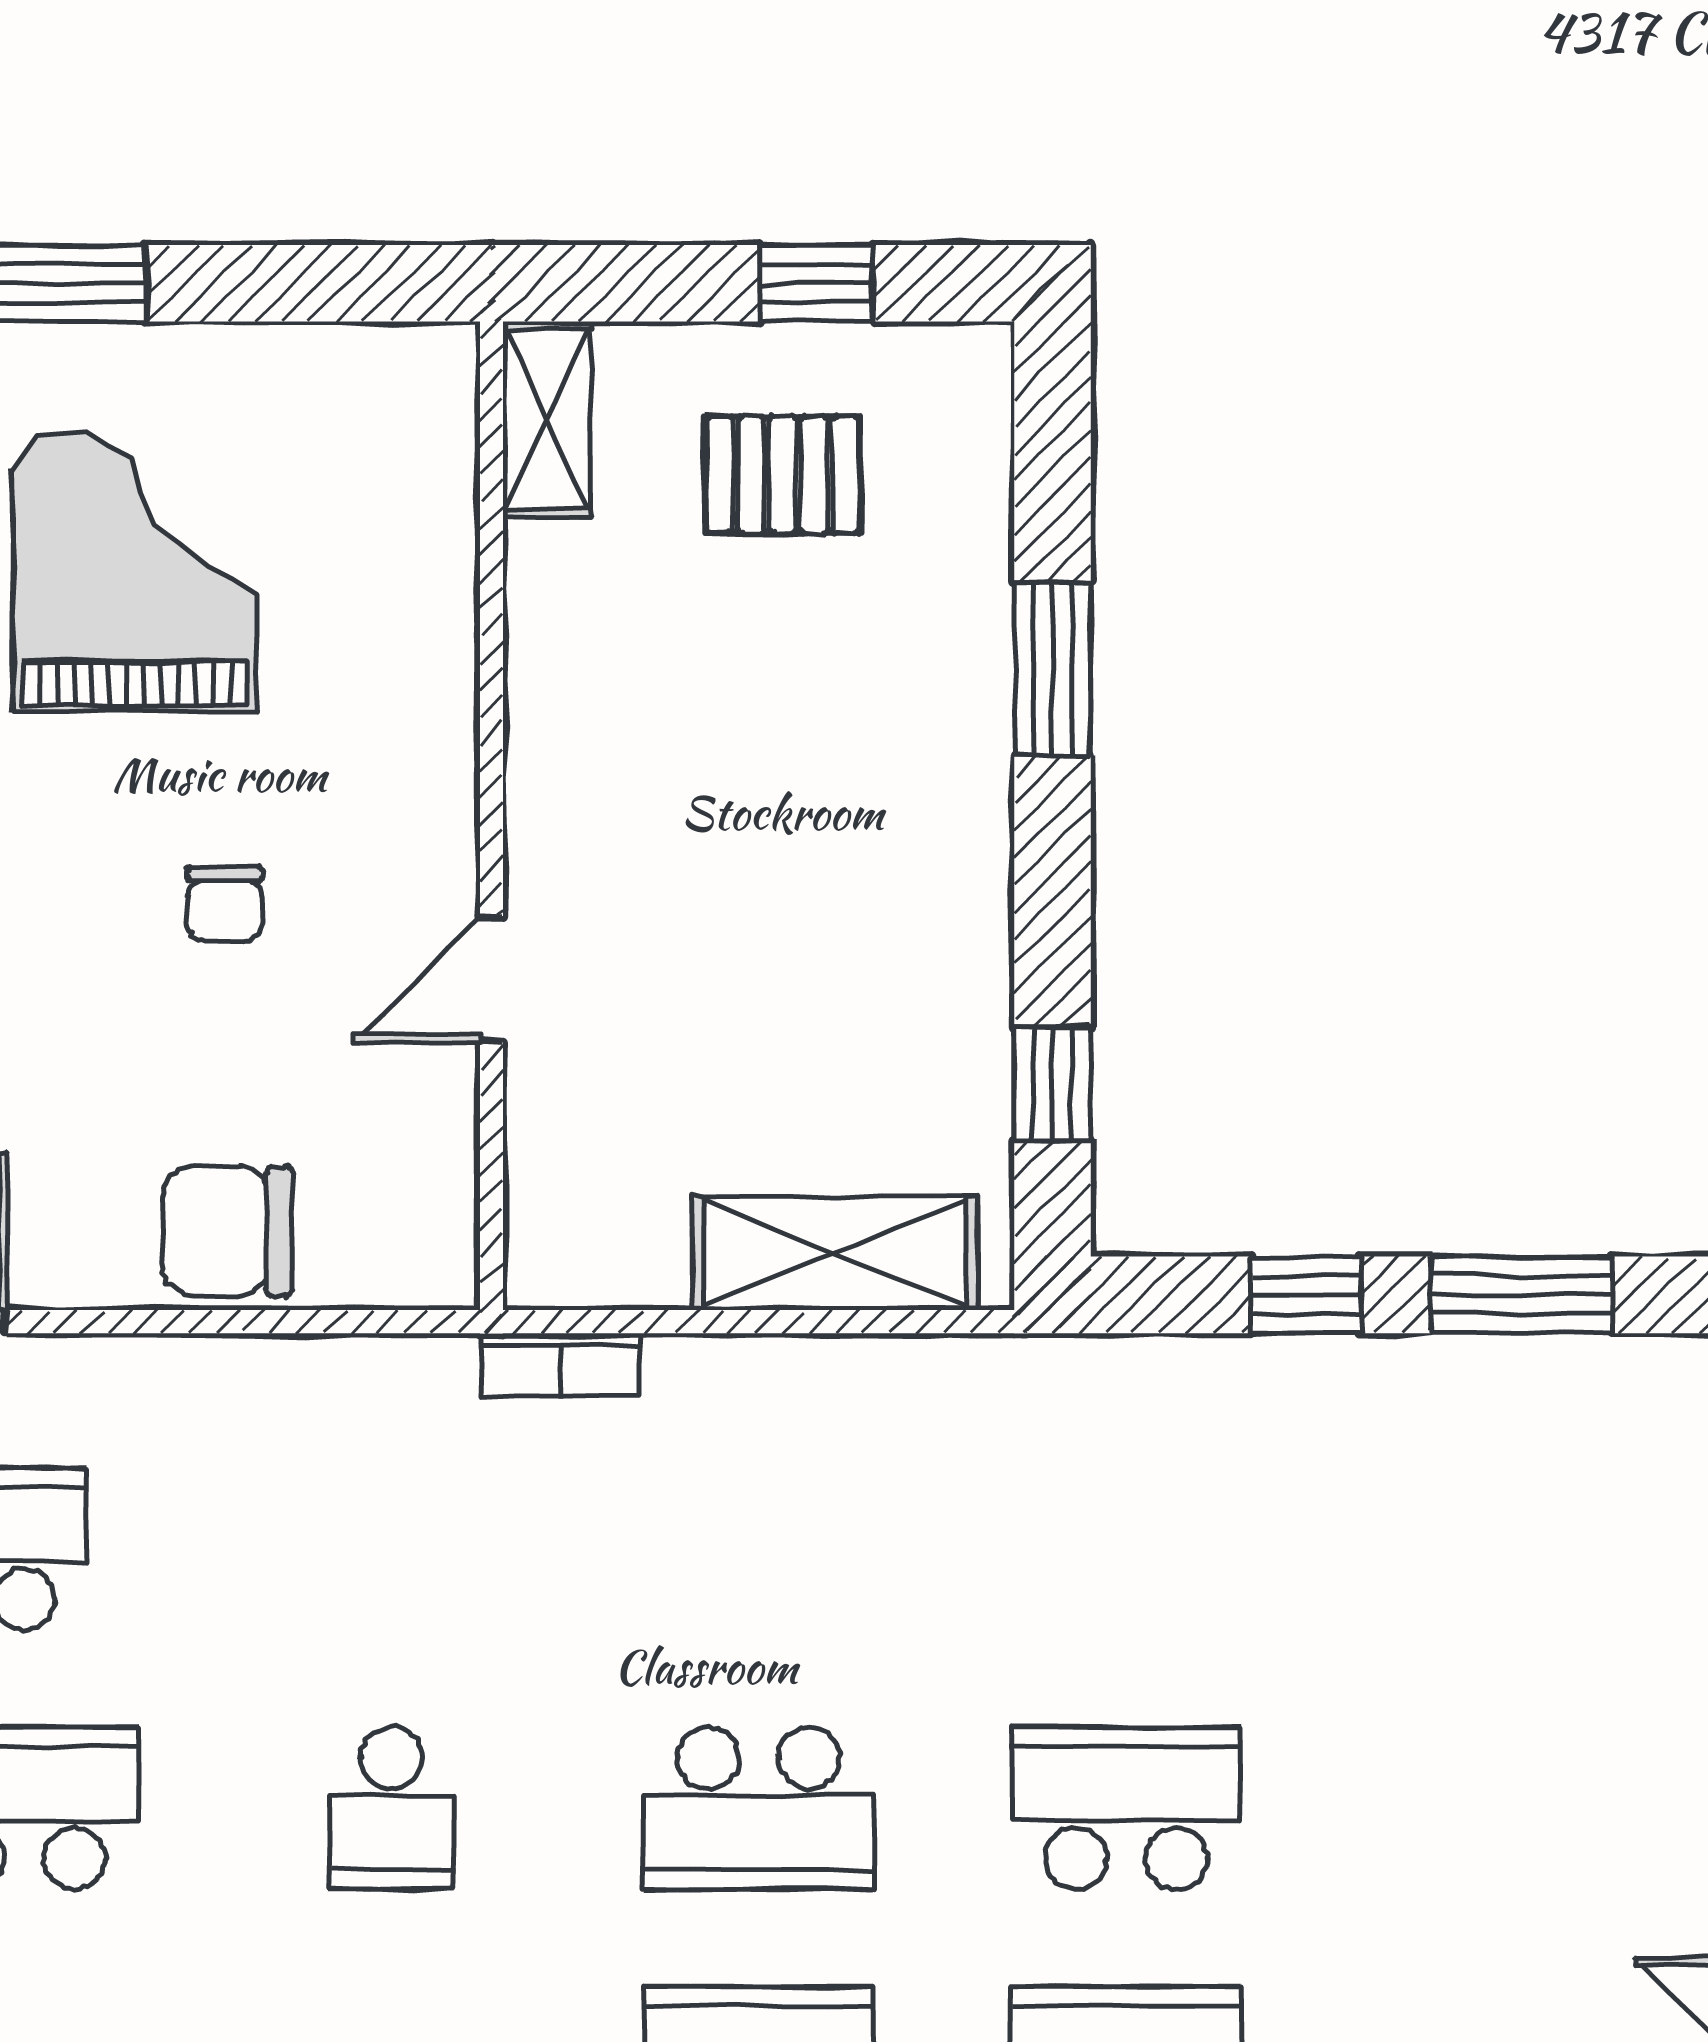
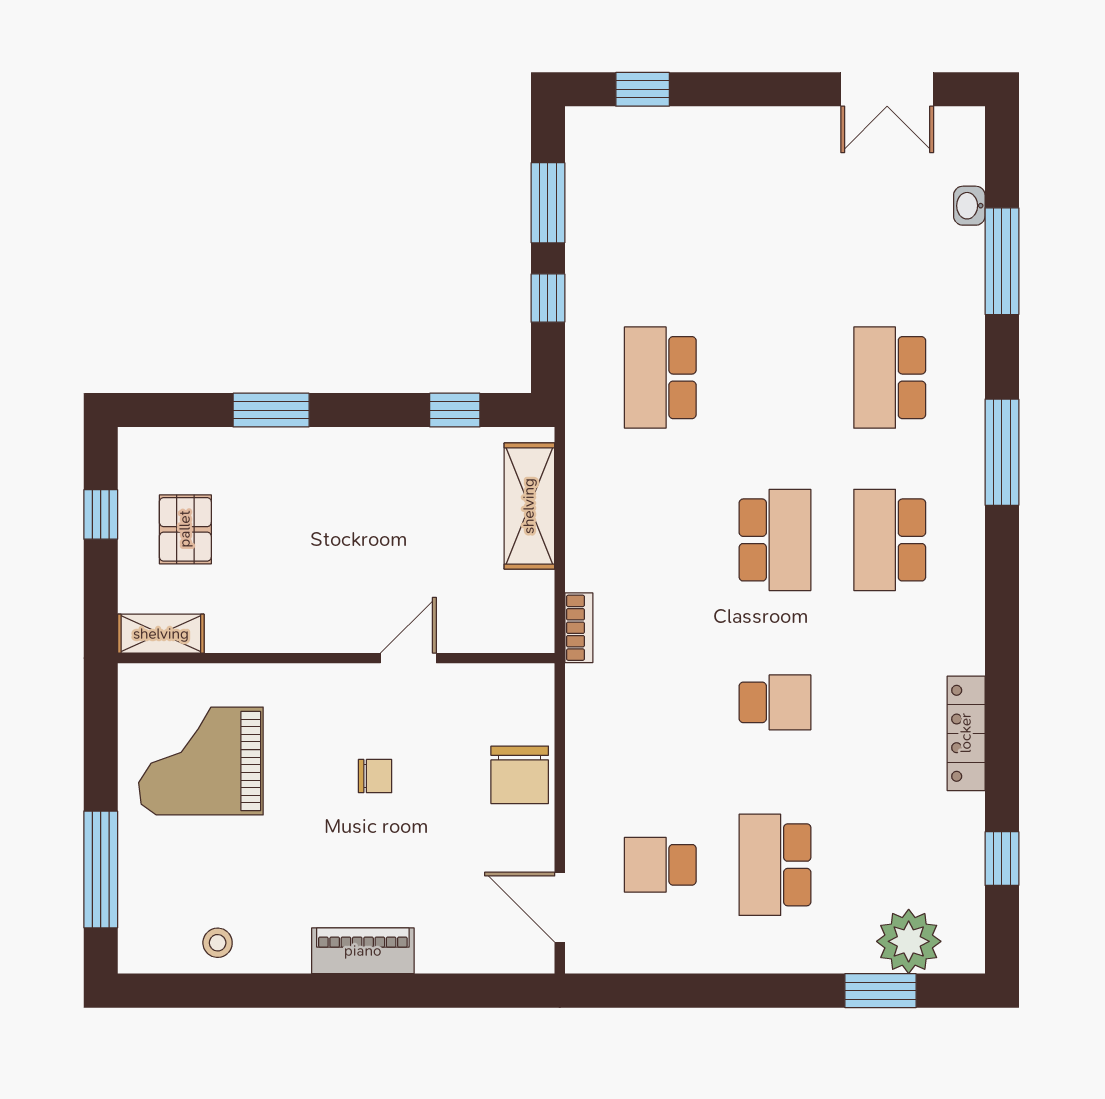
grand piano: (135, 571) -> (201, 761), moved
door: (491, 979) -> (408, 658), swing flipped
school desk: (1126, 1808) -> (660, 378), moved

